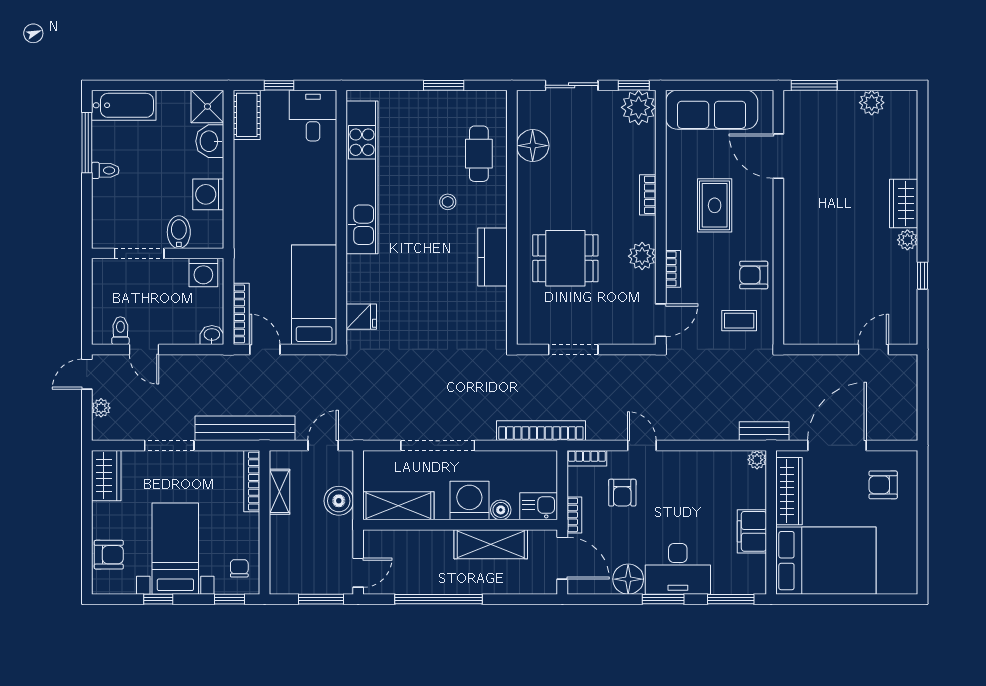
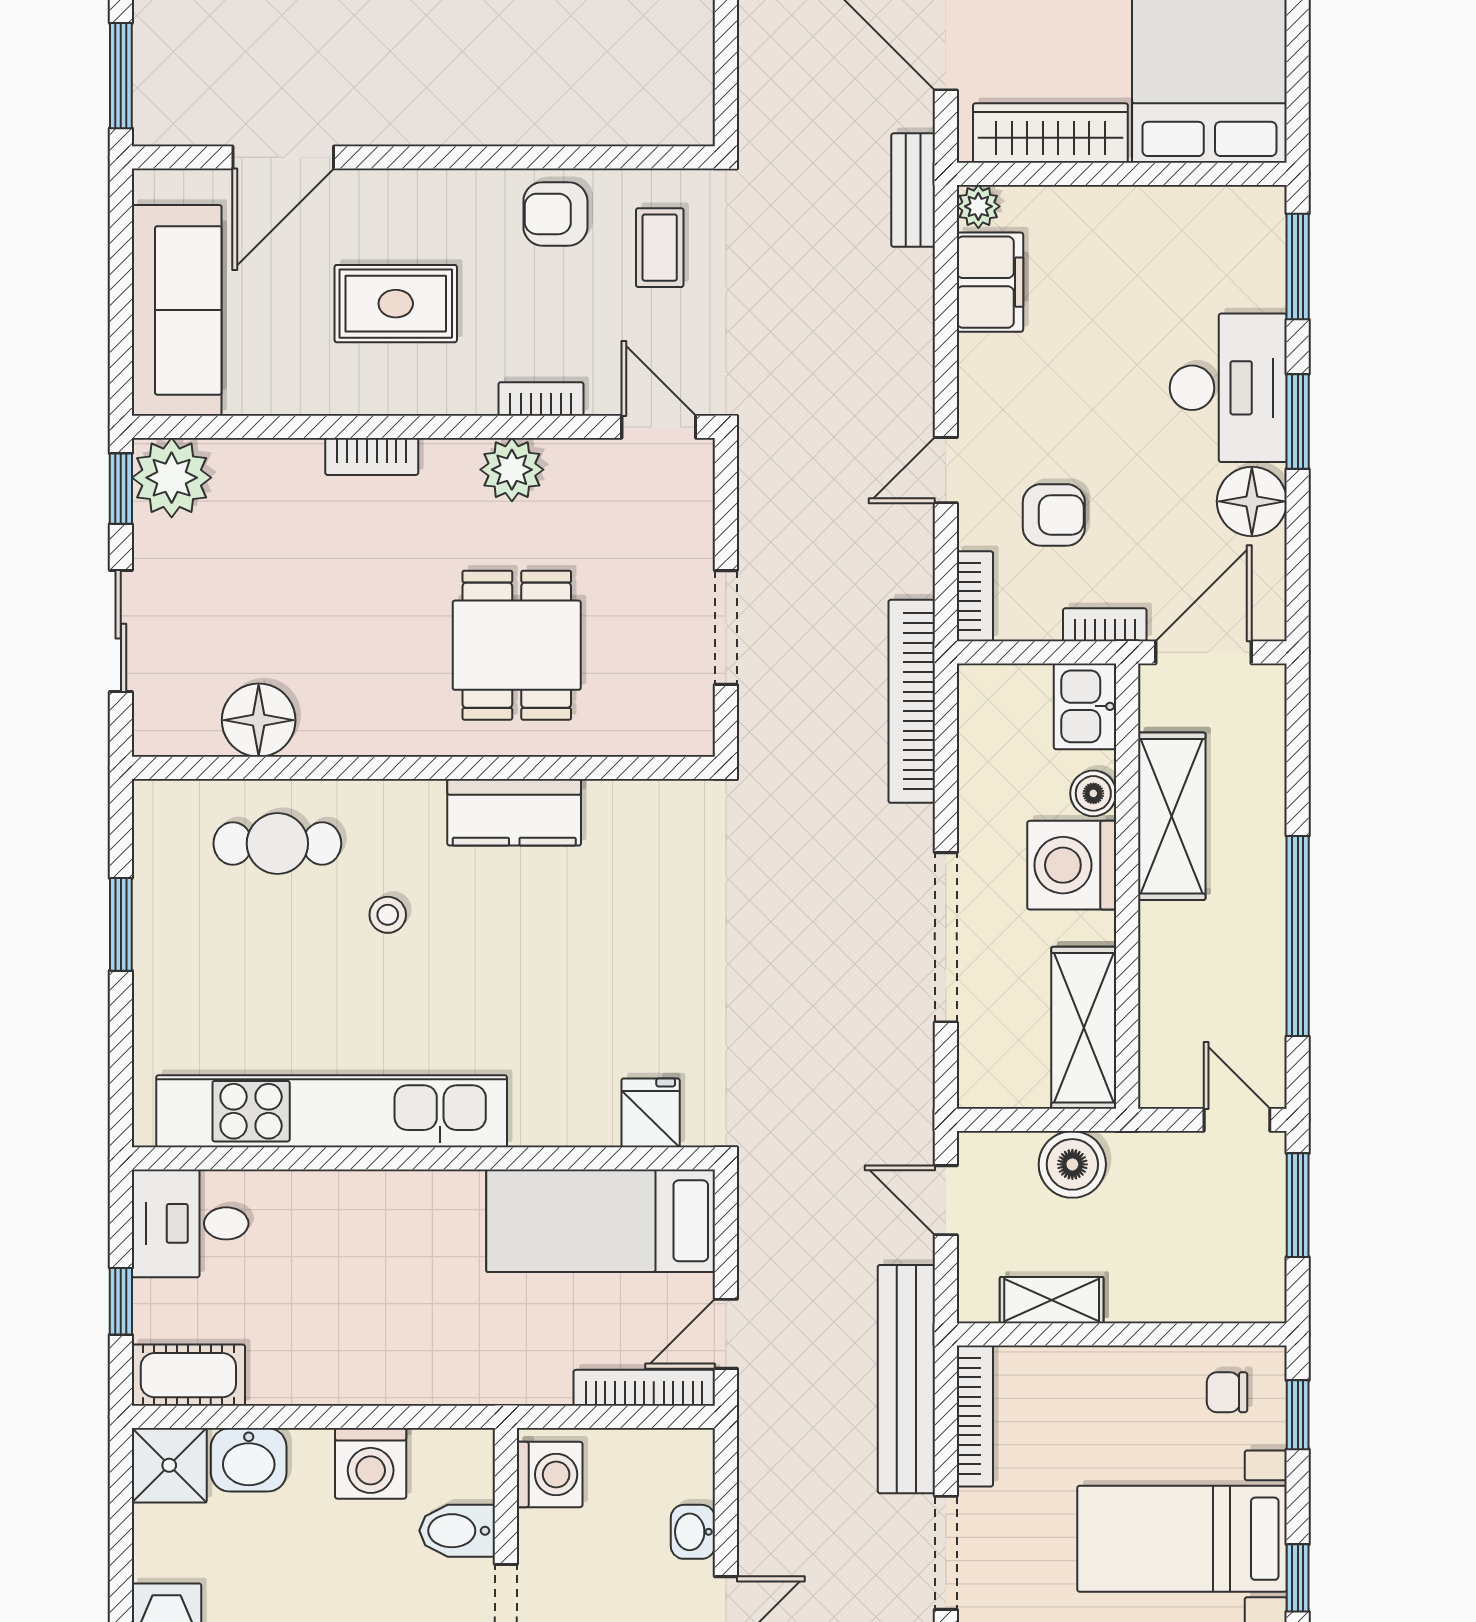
armchair: (754, 275) -> (555, 214), turned 90
washbasin: (212, 335) -> (693, 1532), moved
bookcase: (252, 481) -> (975, 1416), moved, turned -90
filing cabinet: (752, 531) -> (990, 282), moved, turned -90

